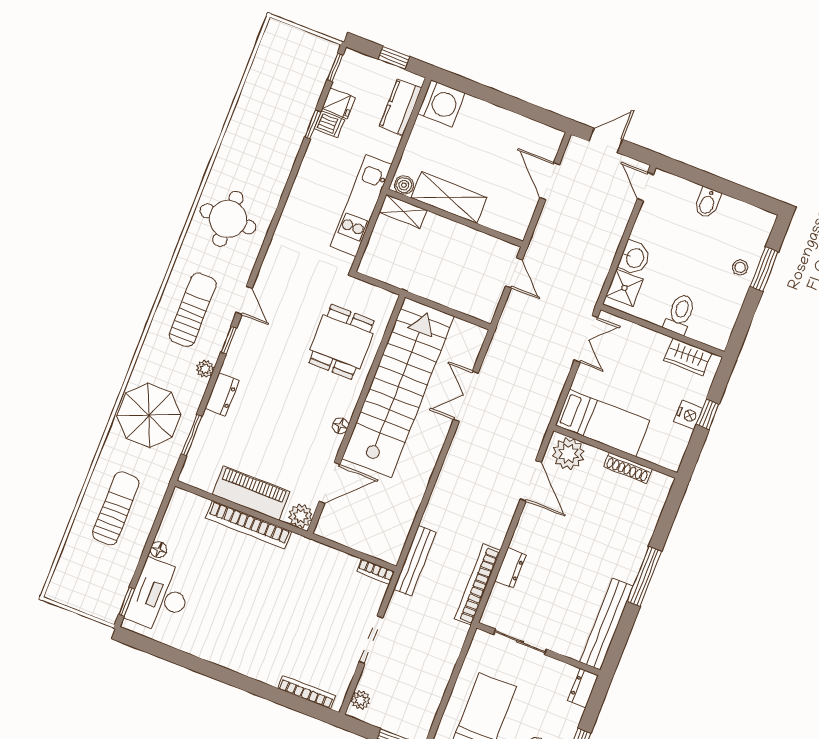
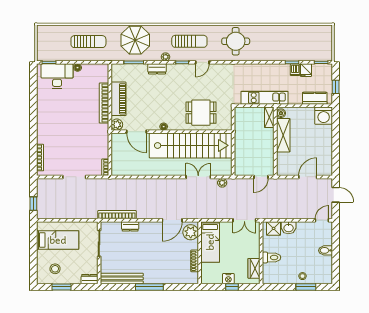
bench: (415, 561) -> (117, 183), removed
plant: (361, 700) -> (222, 183), moved

